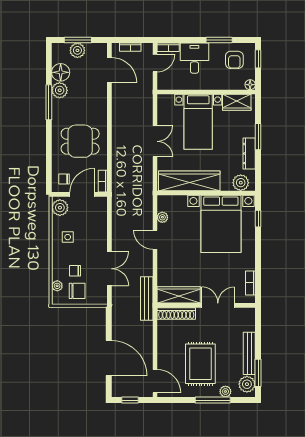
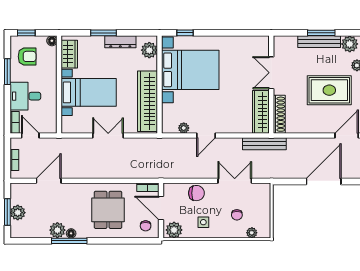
door: (109, 70) -> (49, 181), moved
floor lamp: (61, 72) -> (71, 233), moved, width x0.53, depth x0.53
bookcase: (250, 283) -> (249, 41), removed
chair: (77, 291) -> (196, 193), moved, turned 90
window: (258, 373) -> (321, 33), moved

